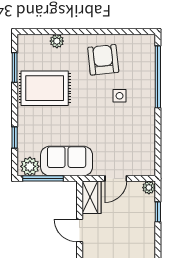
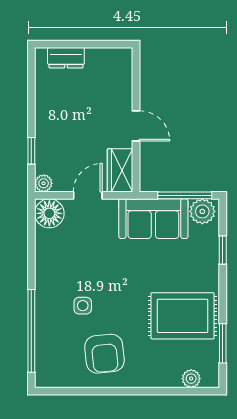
plant: (57, 41) -> (191, 379), moved
floor lamp: (145, 165) -> (49, 213), added

